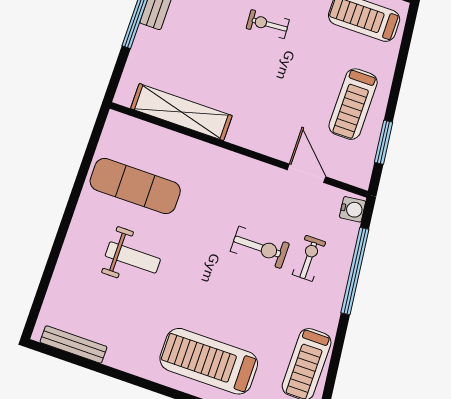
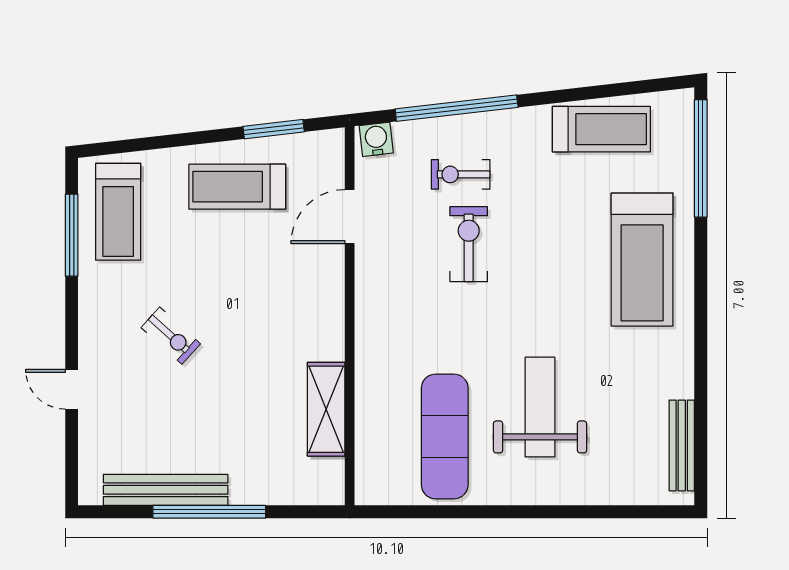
exercise bike: (268, 24) -> (171, 336), turned -44
treadmill: (353, 104) -> (237, 187), turned 180
shelving: (181, 112) -> (326, 409), width x0.68
weight bench: (133, 257) -> (540, 407), width x1.36, depth x1.33

